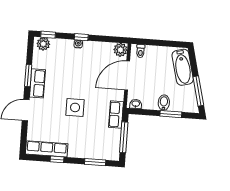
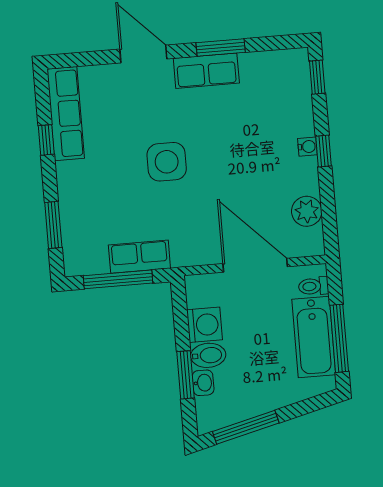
window: (165, 43) -> (339, 338), added
plant: (43, 44) -> (295, 70), removed
plant: (120, 50) -> (307, 211), moved
bathtub: (183, 67) -> (314, 337), moved, turned -76
washing machine: (150, 102) -> (205, 325), added
washbasin: (136, 104) -> (203, 383), moved
row of seats: (116, 115) -> (139, 257), moved

